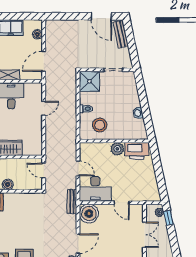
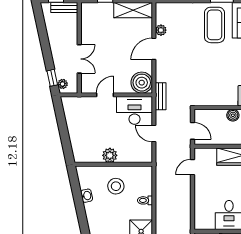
door: (44, 108) -> (193, 167), moved
stool: (100, 125) -> (116, 186), moved
printer: (137, 151) -> (88, 153), removed
door: (122, 203) -> (105, 95), hinge flipped
double door: (144, 235) -> (79, 59), swing flipped

